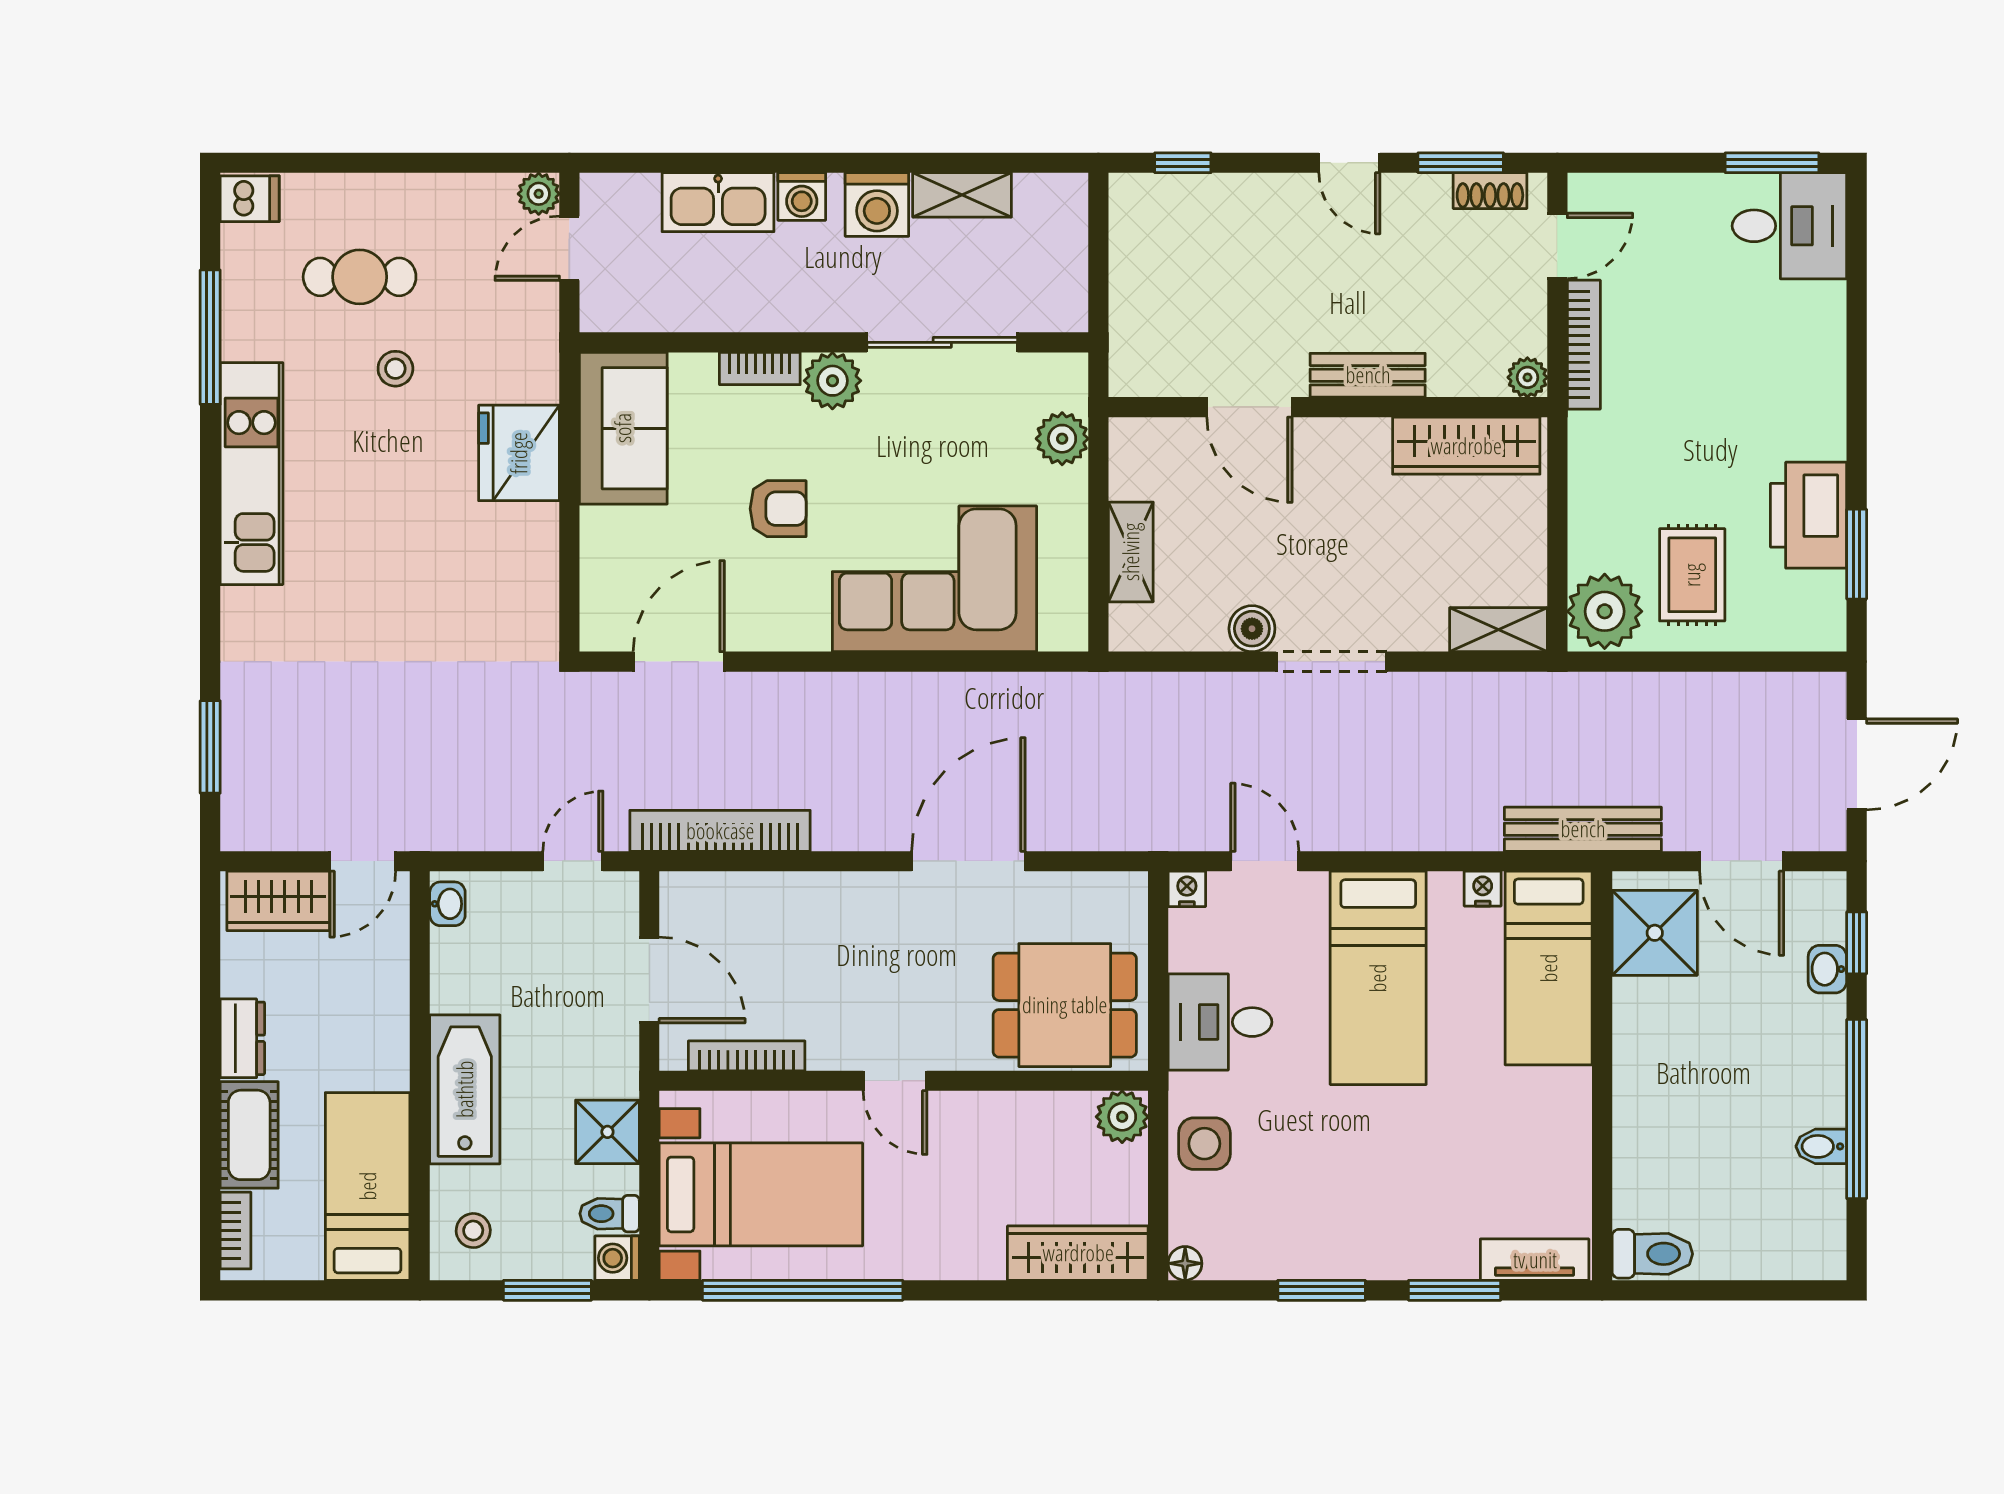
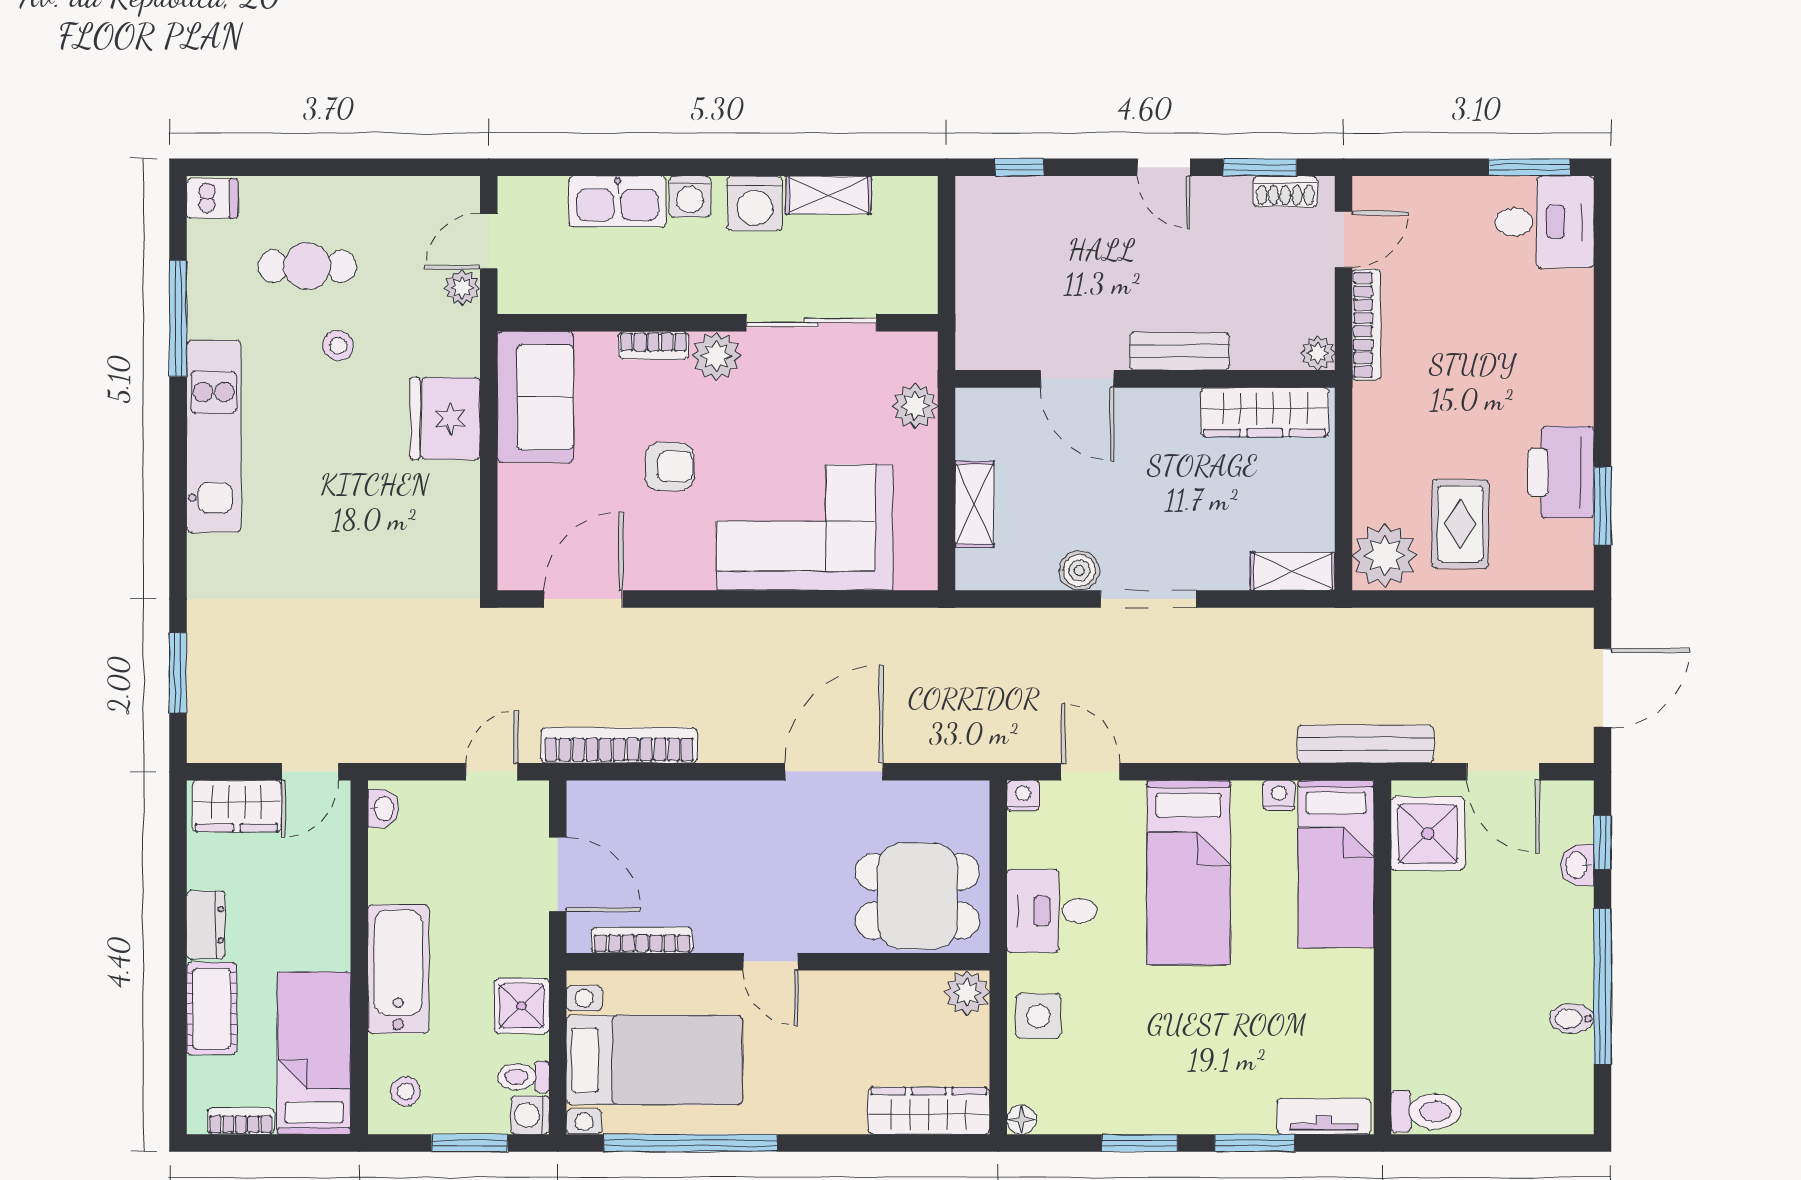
plant: (539, 194) -> (462, 288), moved
bookcase: (236, 1231) -> (241, 1121), moved, turned -90

